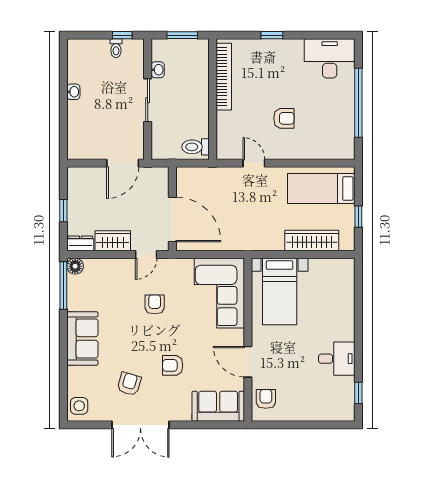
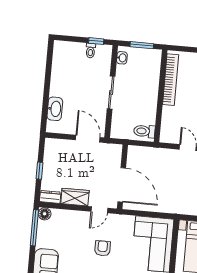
washbasin: (158, 70) -> (122, 58), moved
washbasin: (73, 92) -> (55, 109), moved, width x1.91, depth x1.45
door: (123, 163) -> (88, 139), swing flipped

